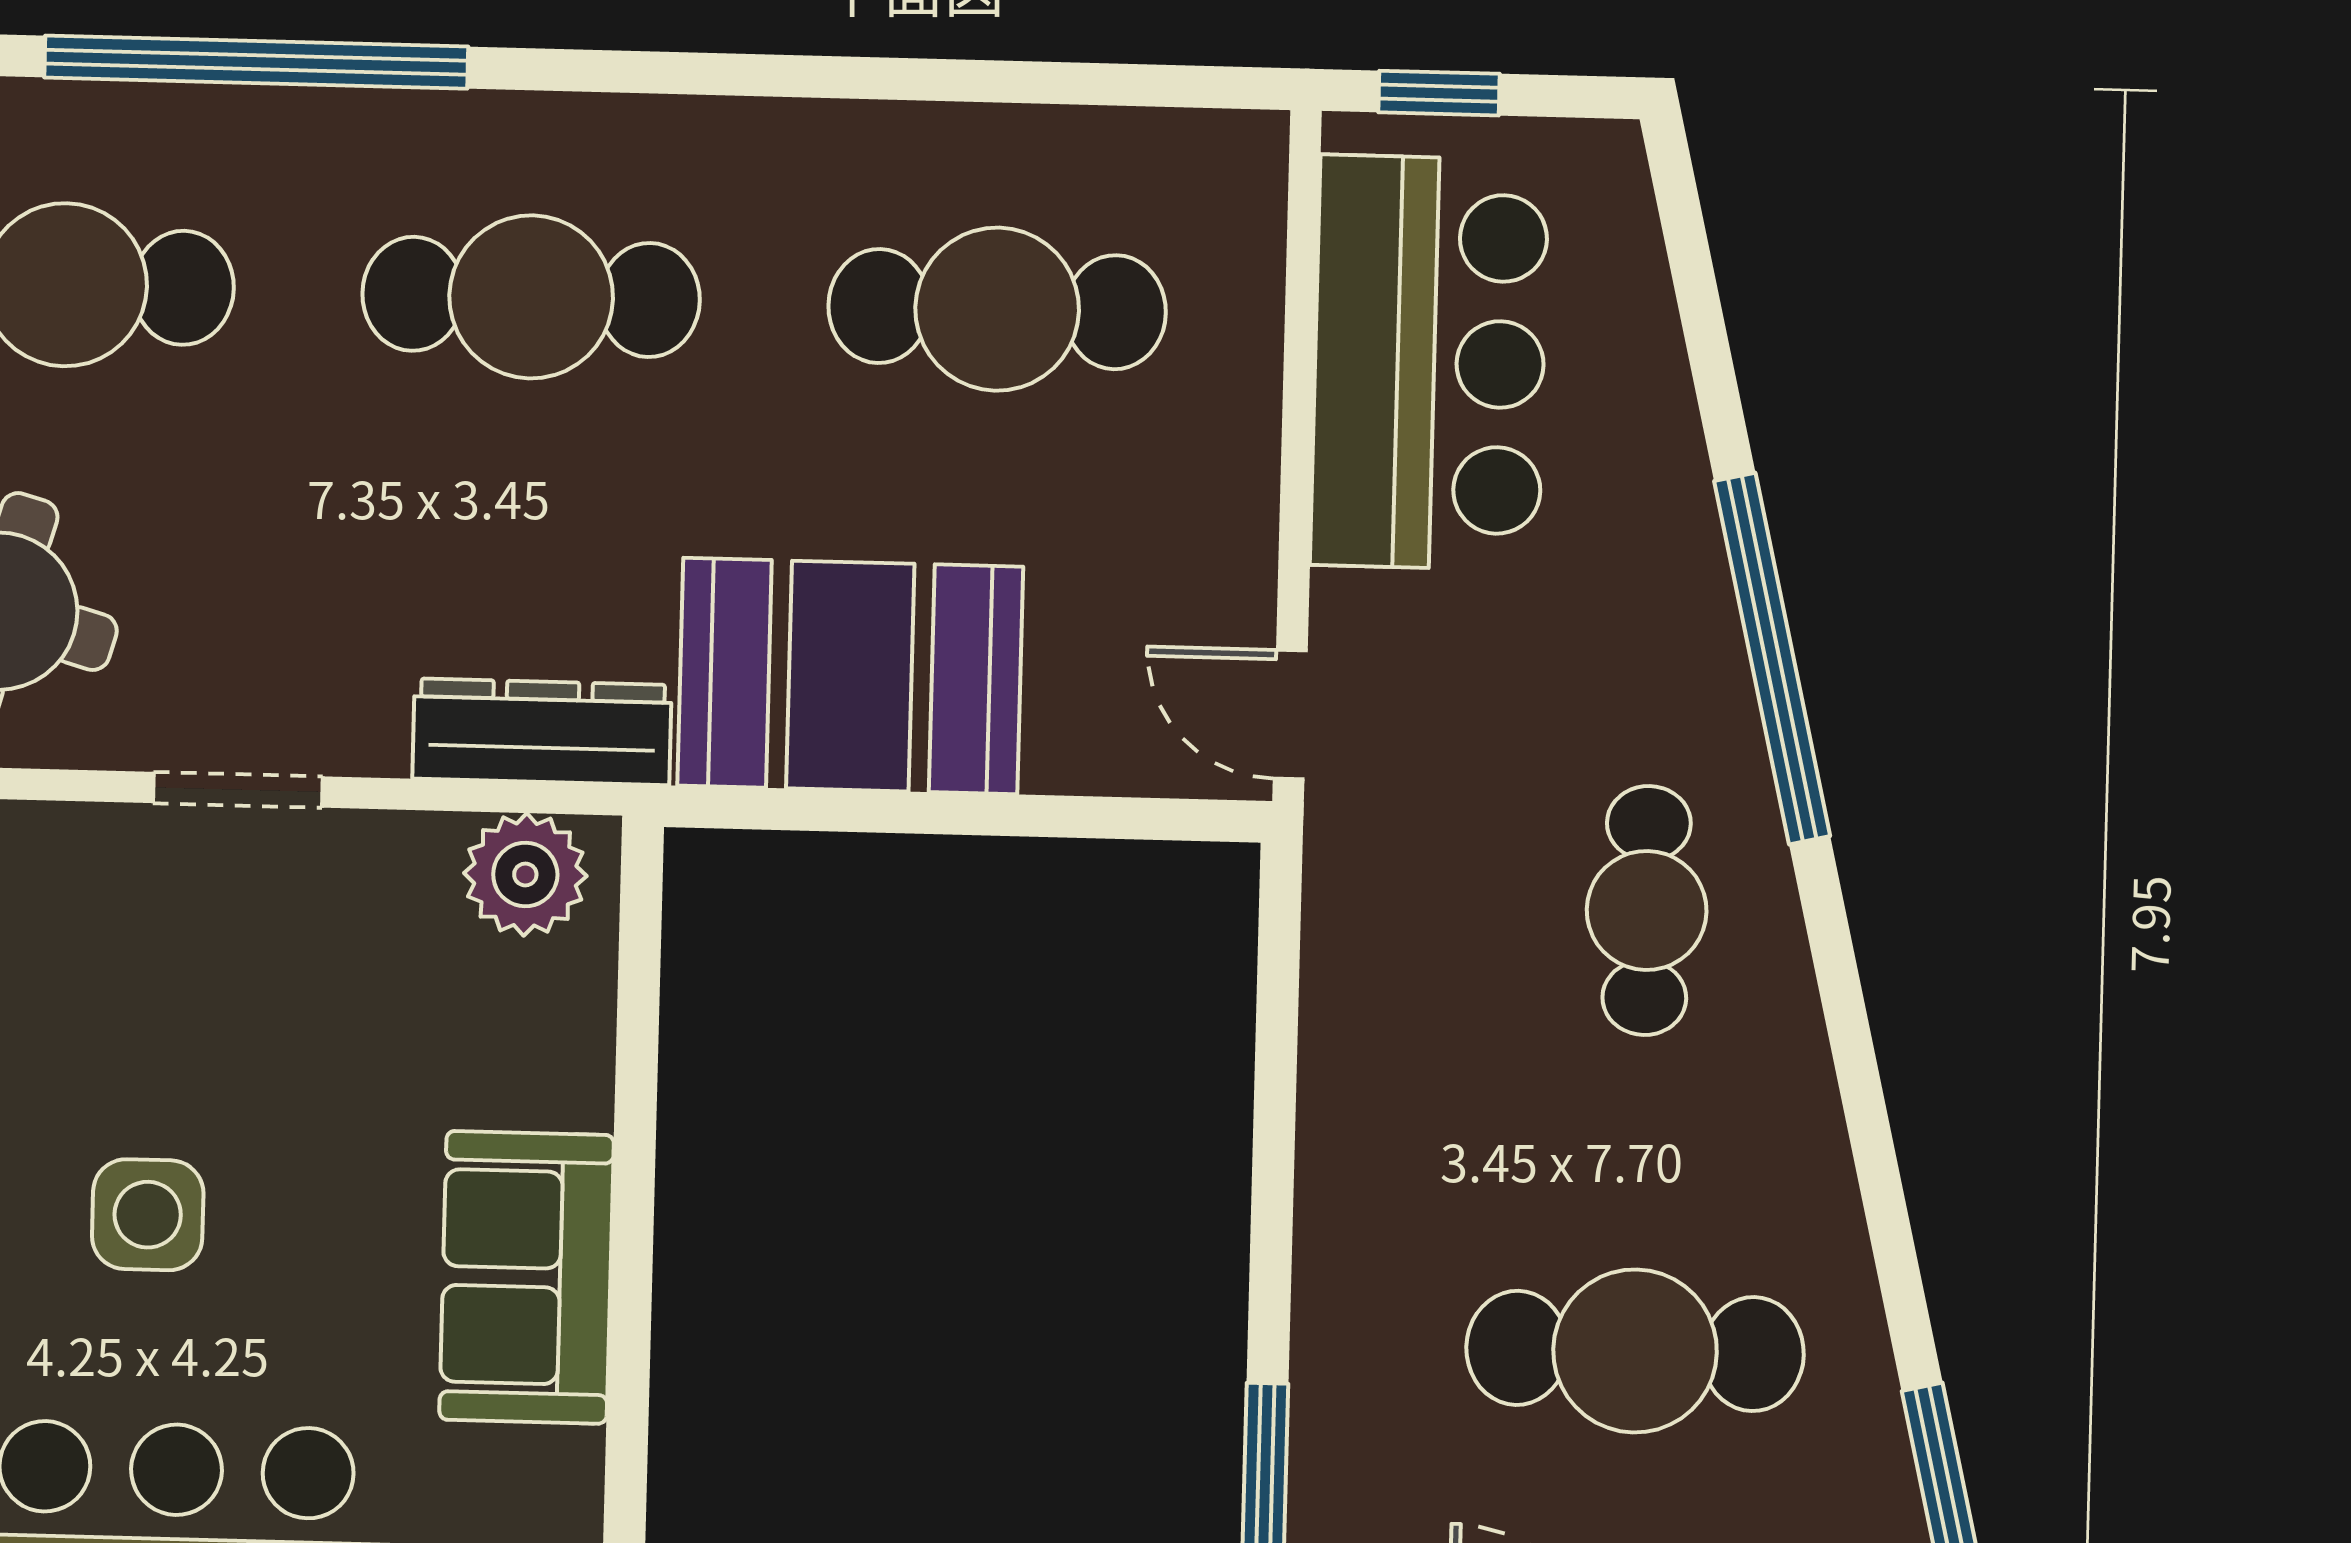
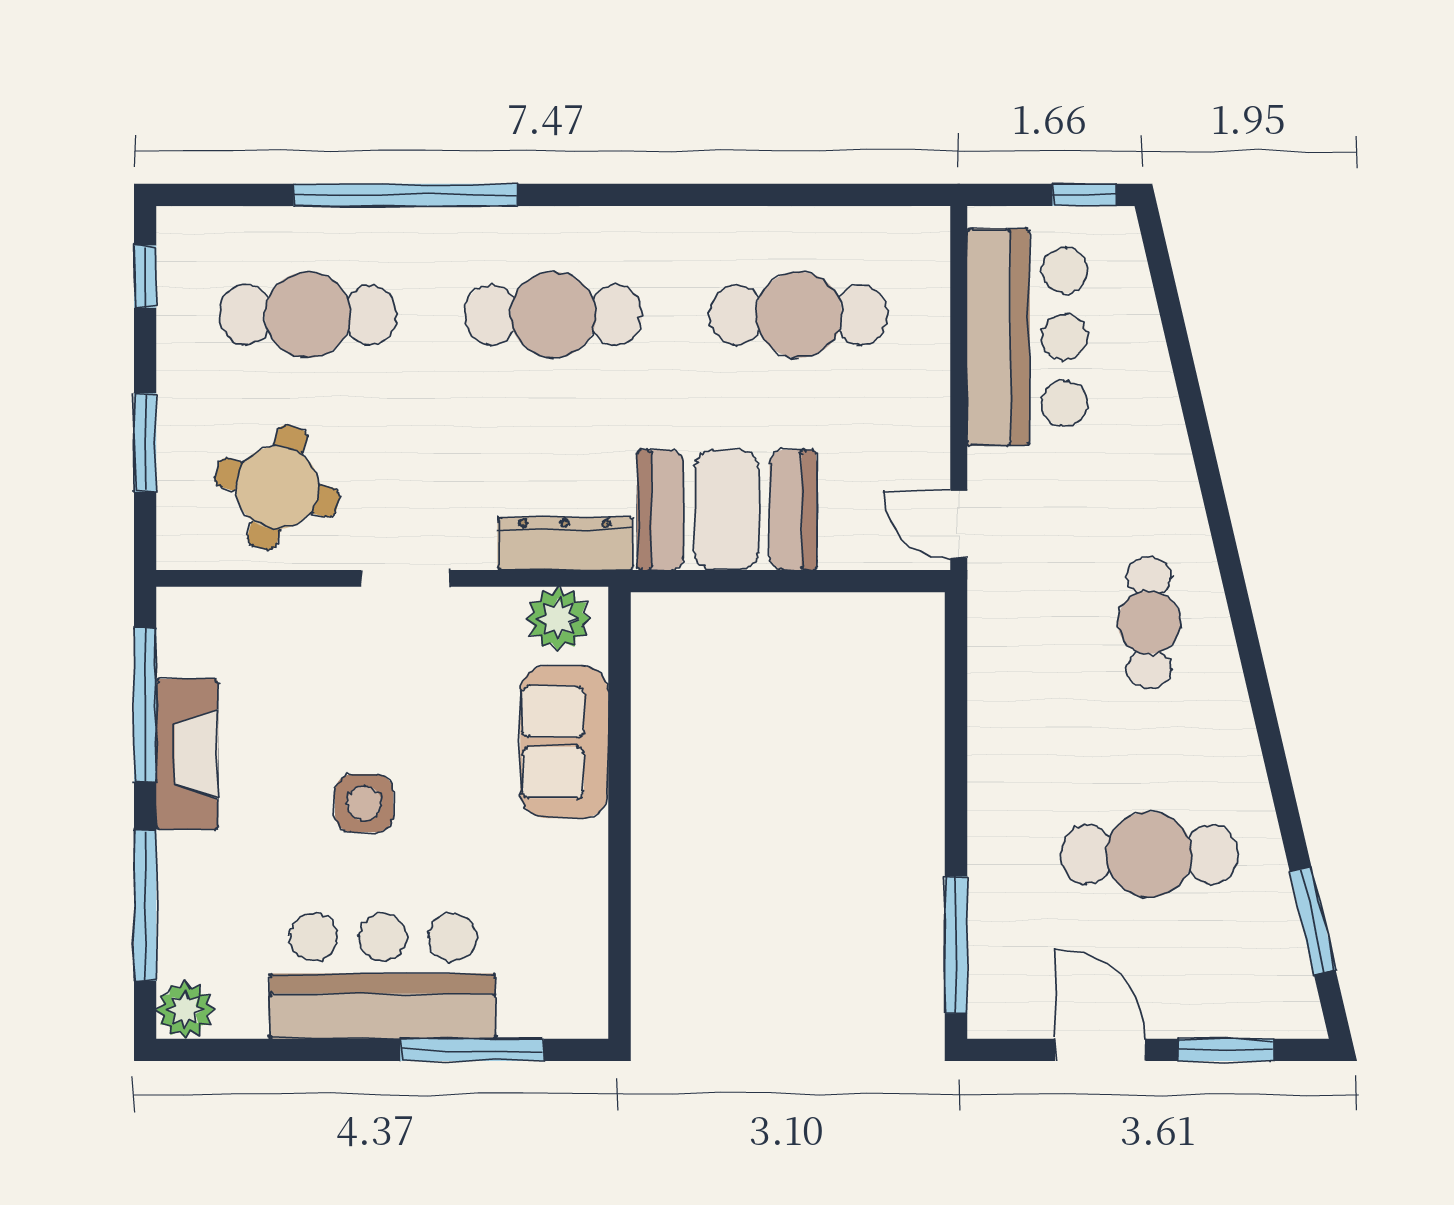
window: (1439, 93) -> (1084, 195), moved
window: (1772, 659) -> (1212, 488), removed
sofa: (527, 1277) -> (564, 742), moved

